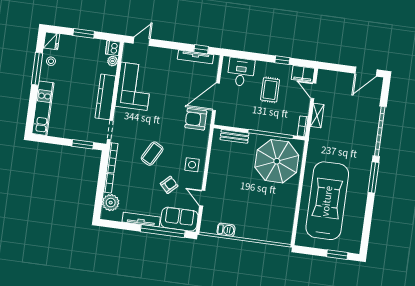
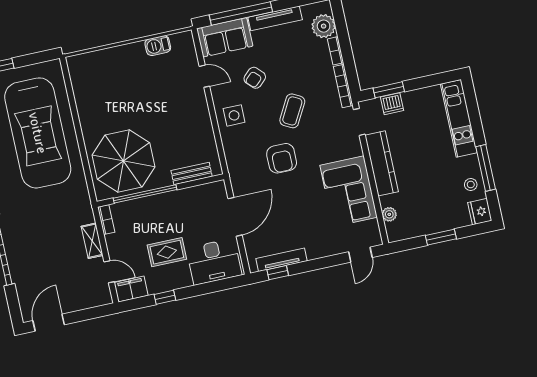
dishwasher: (113, 48) -> (392, 104), moved, turned 90
desk: (241, 72) -> (214, 262), width x1.37
rug: (270, 90) -> (167, 252), turned 90
armchair: (196, 119) -> (282, 158), moved, turned 90

